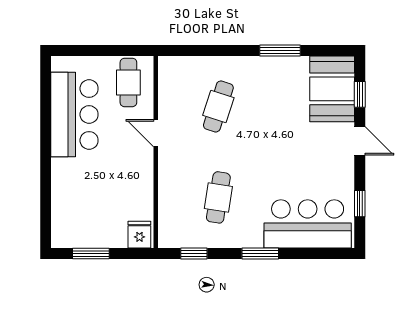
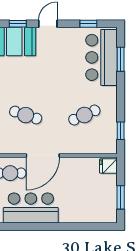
door: (156, 133) -> (43, 156), width x1.87
cafe table: (218, 197) -> (84, 115), turned -33
window: (260, 253) -> (121, 59), moved

